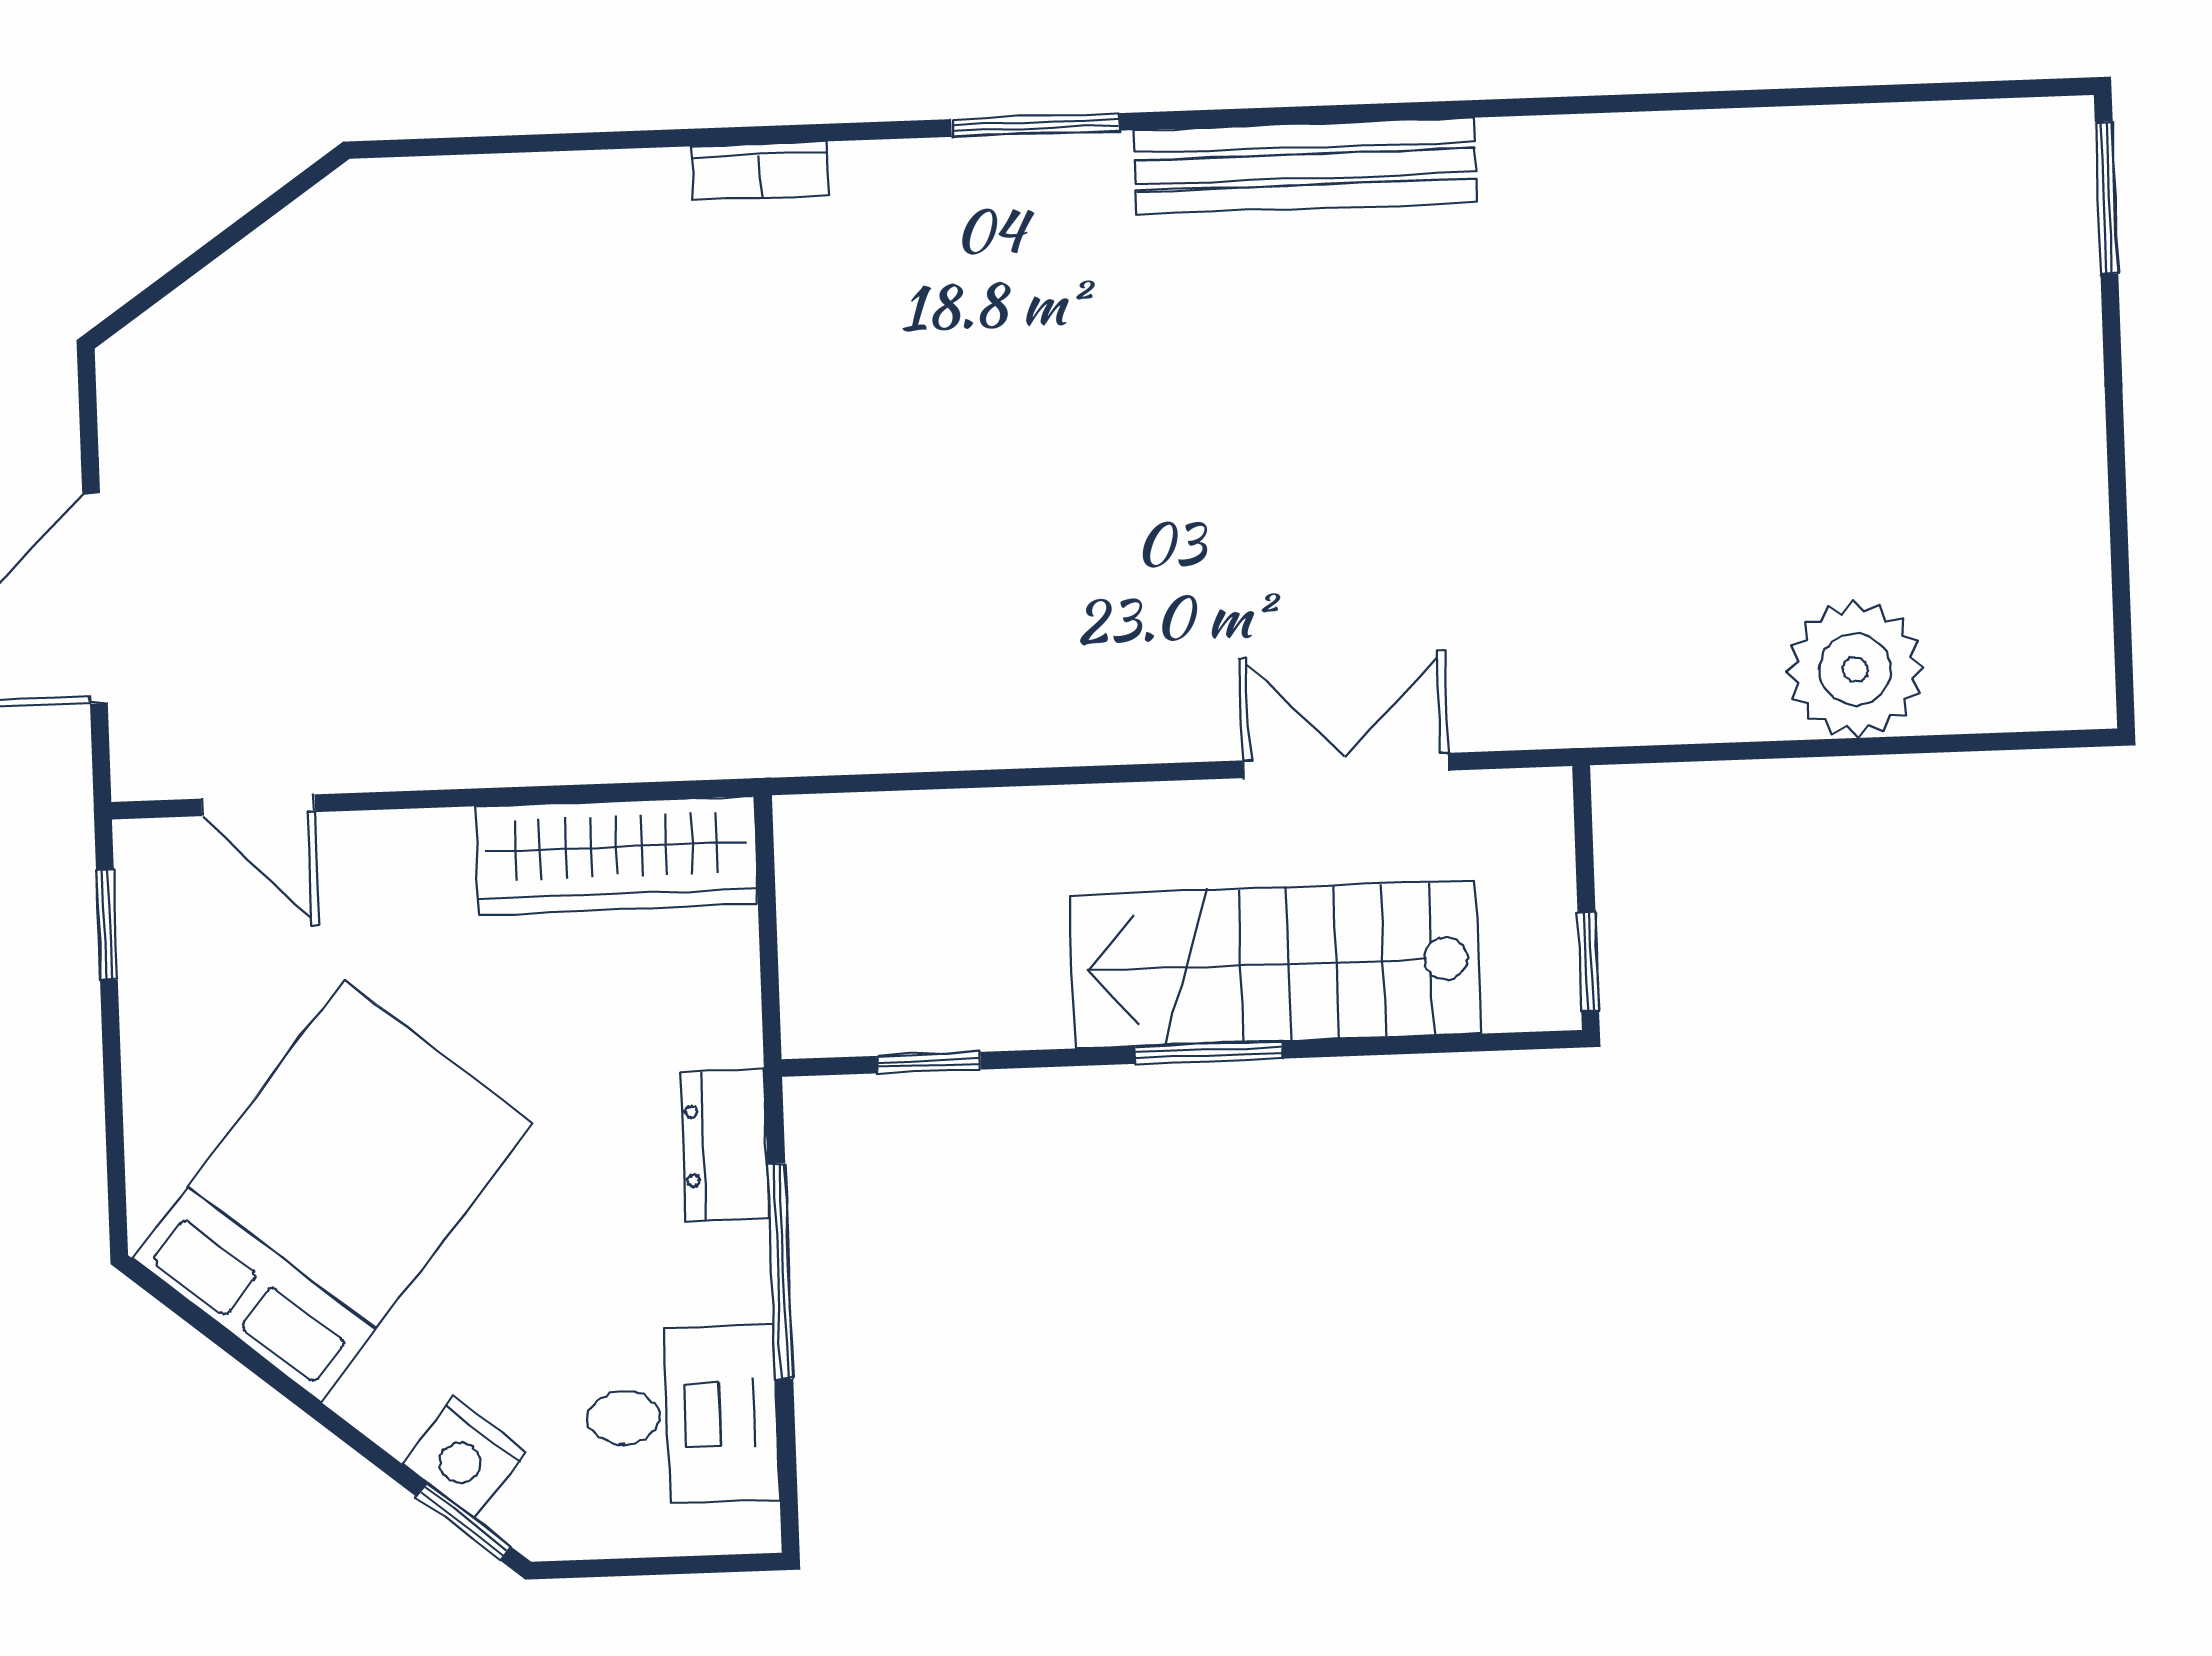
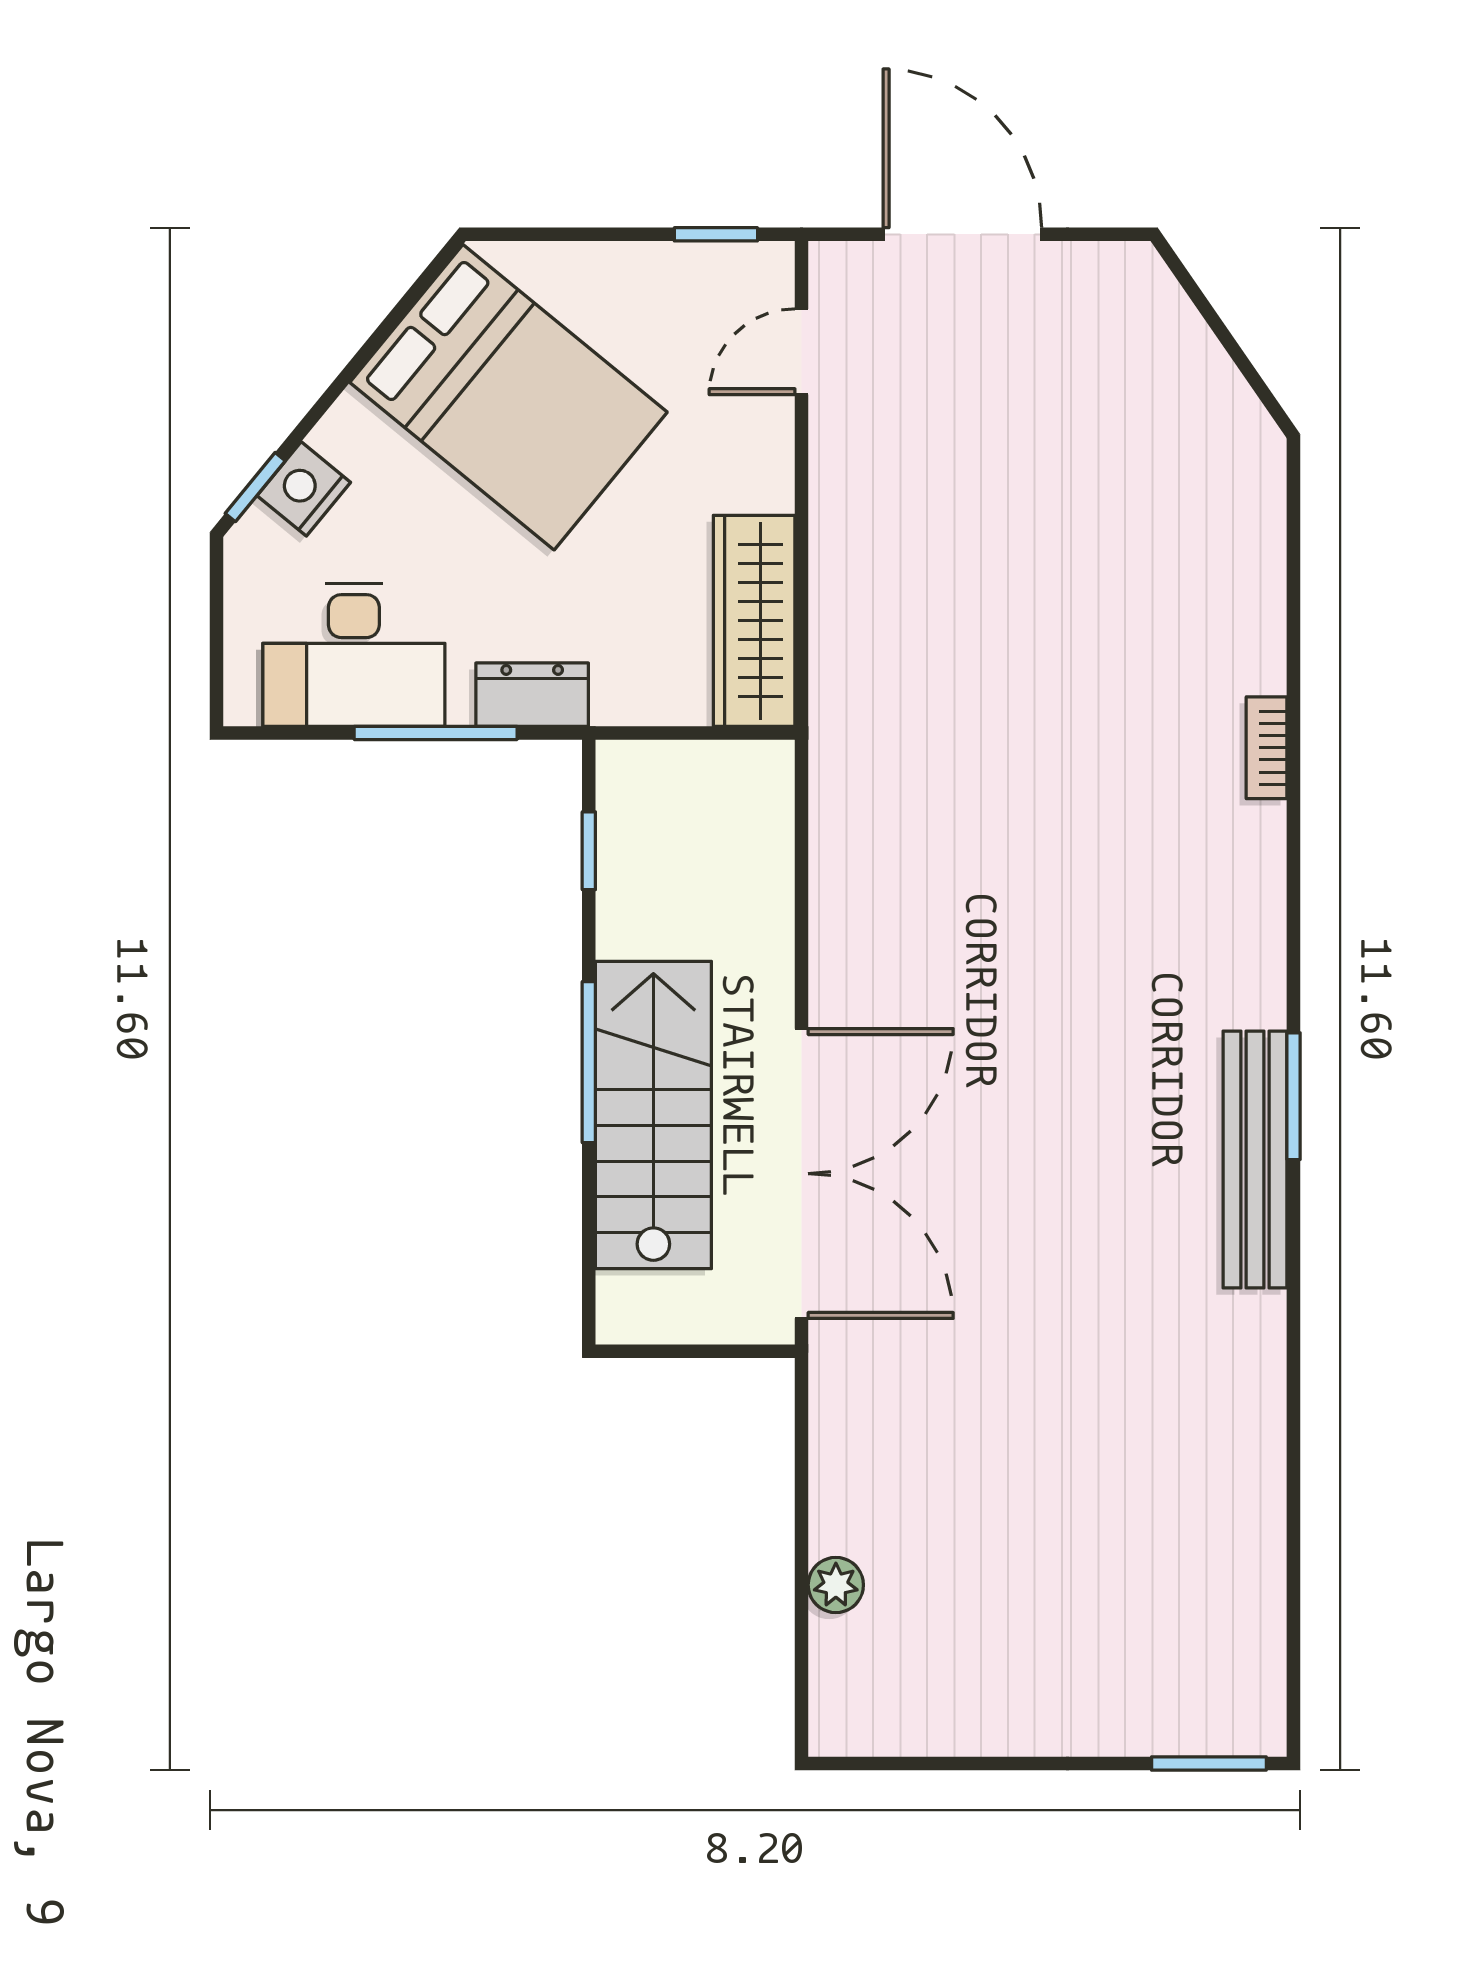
window: (1036, 125) -> (1294, 1096), moved
plant: (1855, 669) -> (836, 1585), width x0.53, depth x0.53
double door: (1346, 765) -> (802, 1174), width x1.87
window: (1588, 962) -> (647, 1351), removed
window: (1209, 1052) -> (589, 1062), width x1.44
desk: (682, 1416) -> (354, 655), width x1.37

